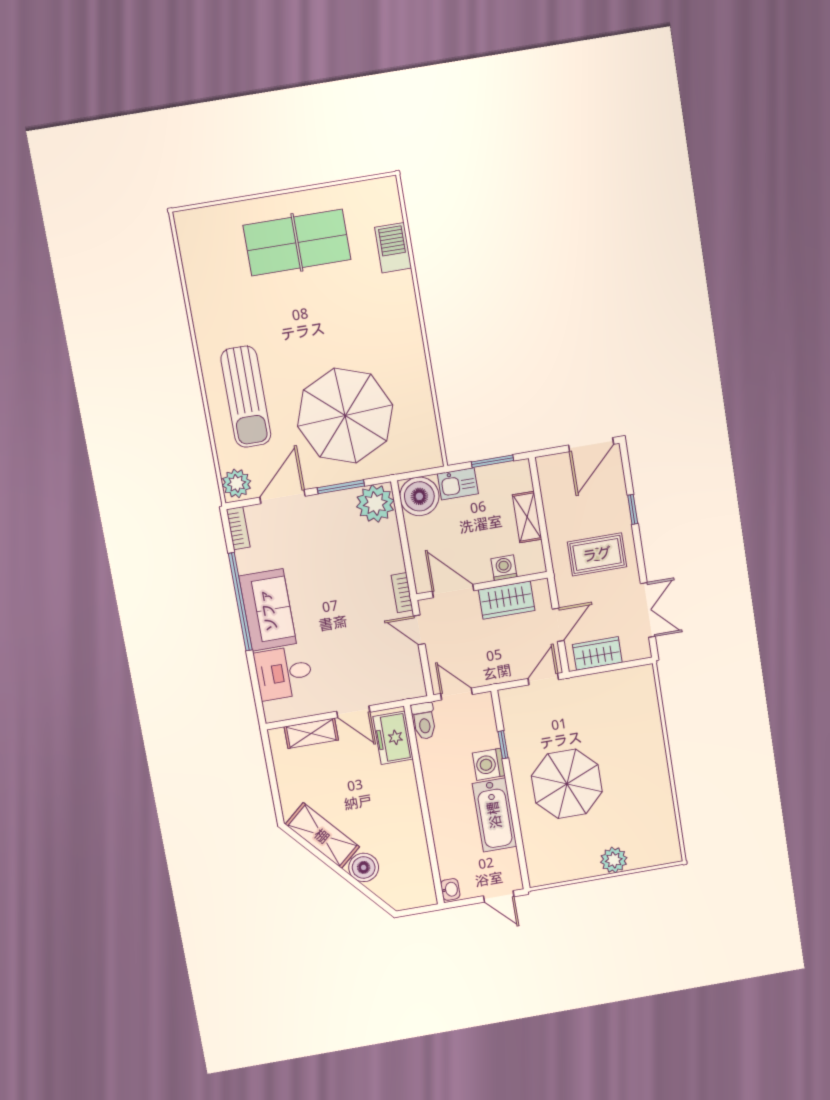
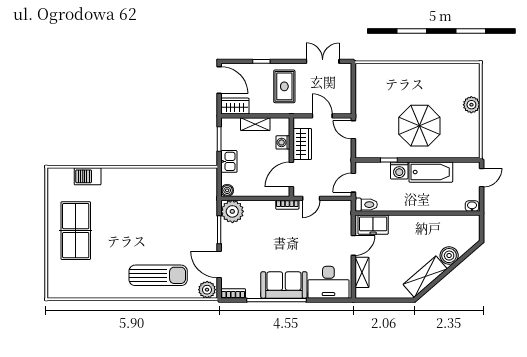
parasol: (345, 416) -> (178, 220), removed
boiler: (419, 496) -> (227, 190), width x0.54, depth x0.54
wardrobe: (597, 653) -> (235, 106), moved, turned 90
desk: (284, 673) -> (328, 282), width x1.37

